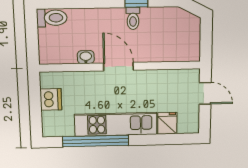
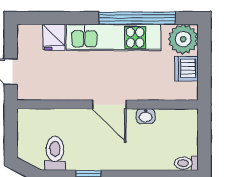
toilet: (52, 18) -> (186, 163), width x0.73, depth x0.72
toilet: (133, 18) -> (55, 153), moved, width x1.37, depth x1.39
plant: (55, 124) -> (183, 39), added

